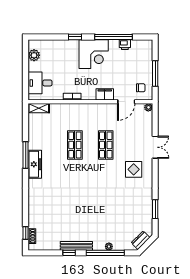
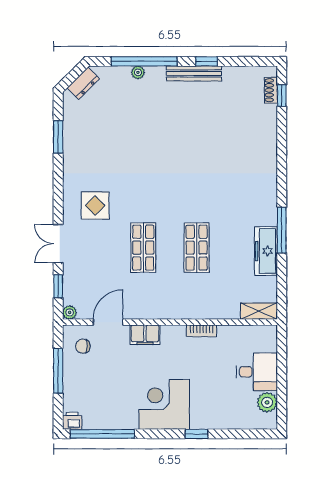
window: (113, 37) -> (102, 434), moved
printer: (125, 45) -> (72, 421), moved
desk: (40, 83) -> (257, 372), moved
window: (155, 123) -> (58, 286), added
freezer: (35, 164) -> (266, 251), moved

